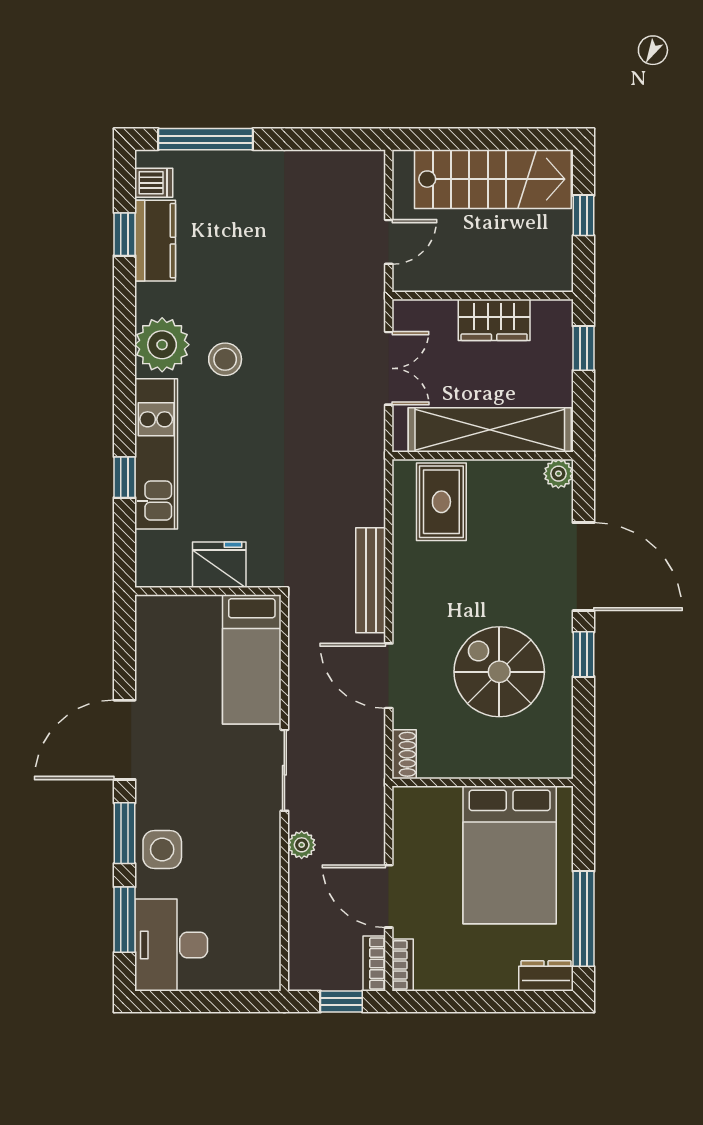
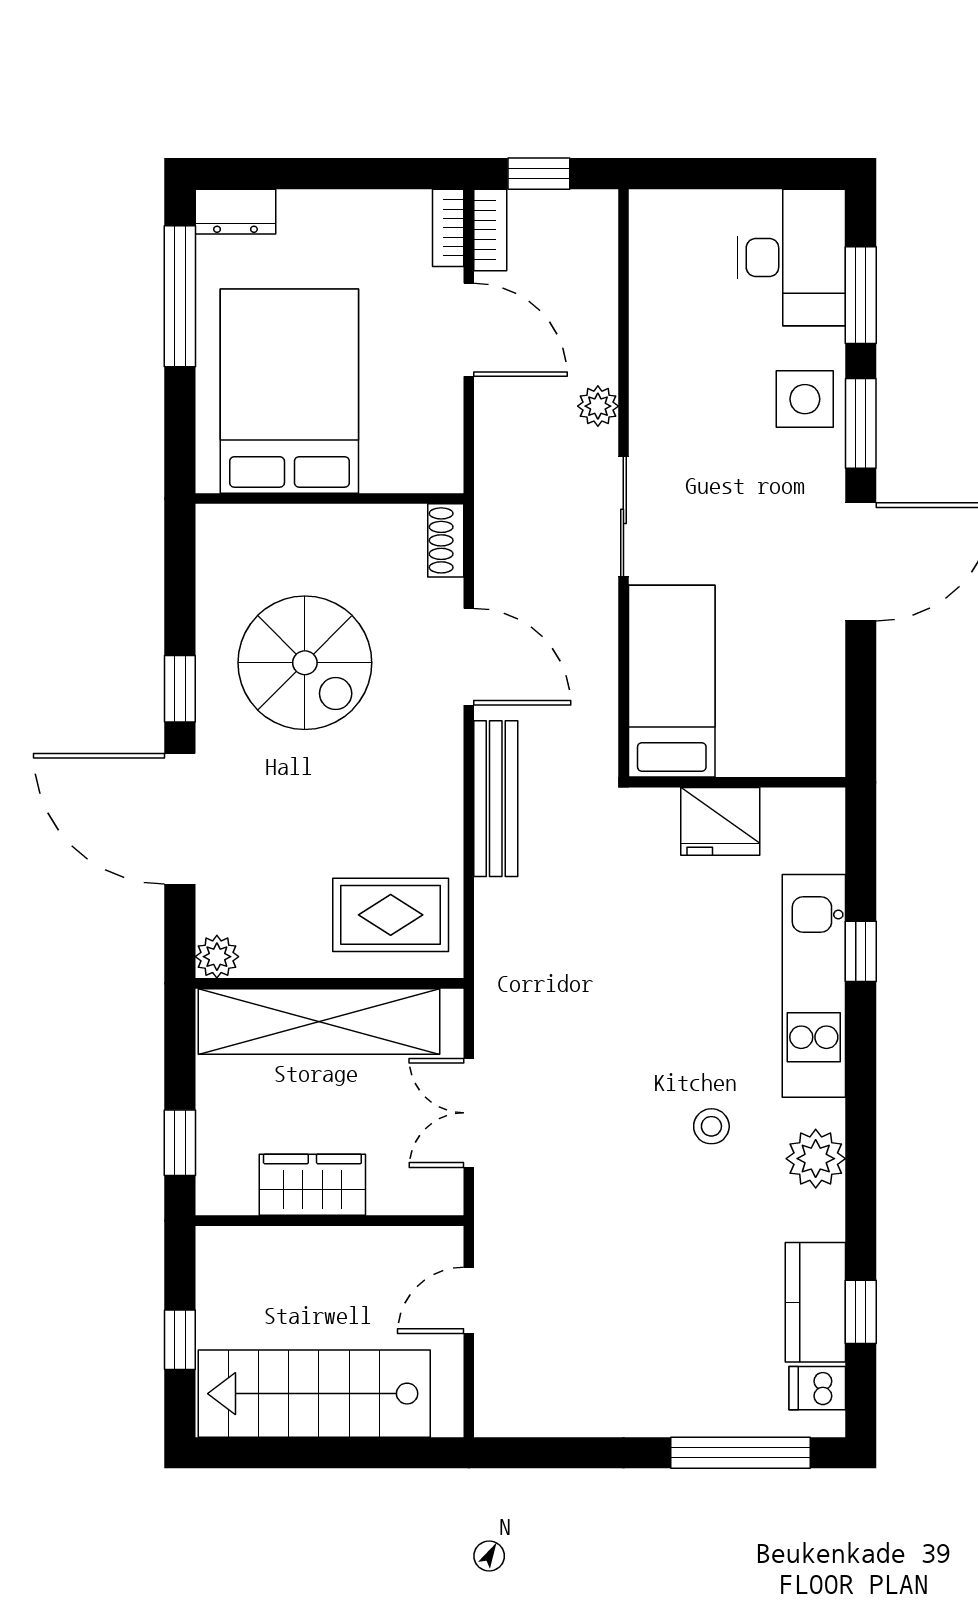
plant: (162, 345) -> (816, 1159), width x0.73, depth x0.73
stool: (225, 359) -> (711, 1126), width x0.73, depth x0.73
rug: (441, 502) -> (391, 915), turned 90

